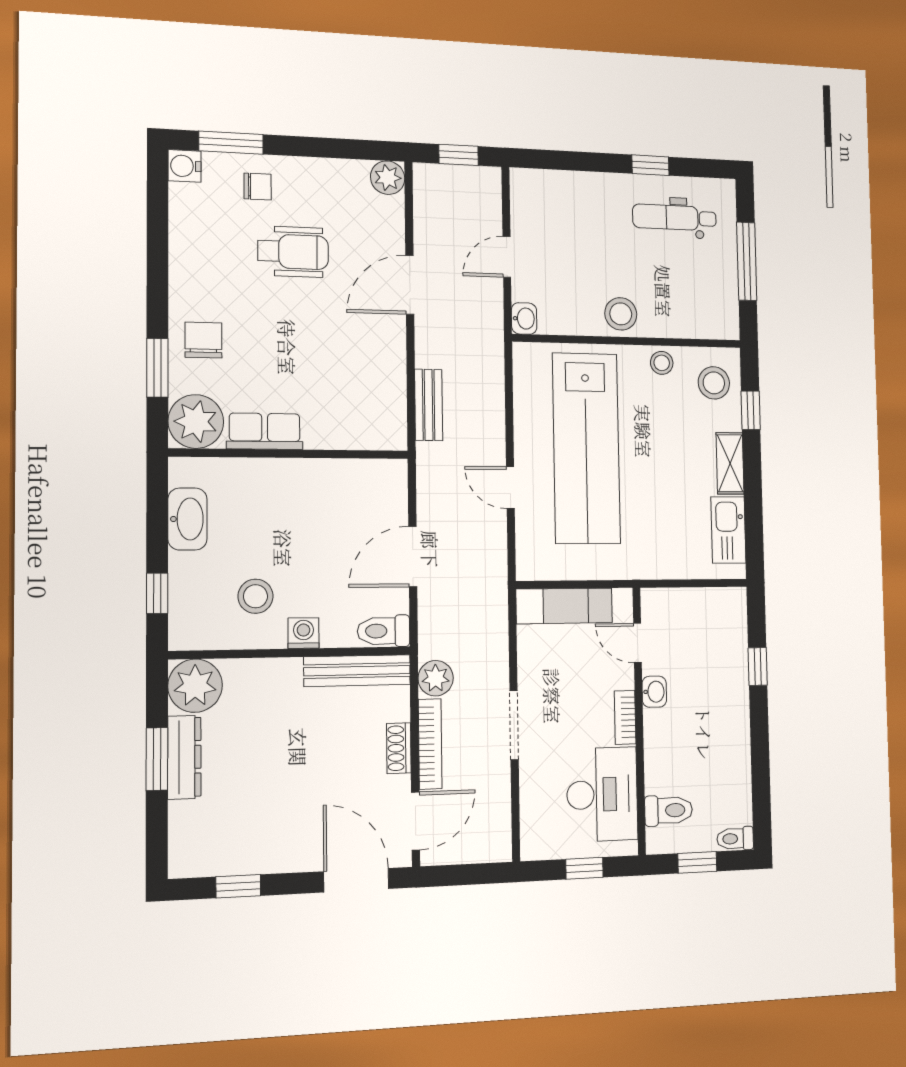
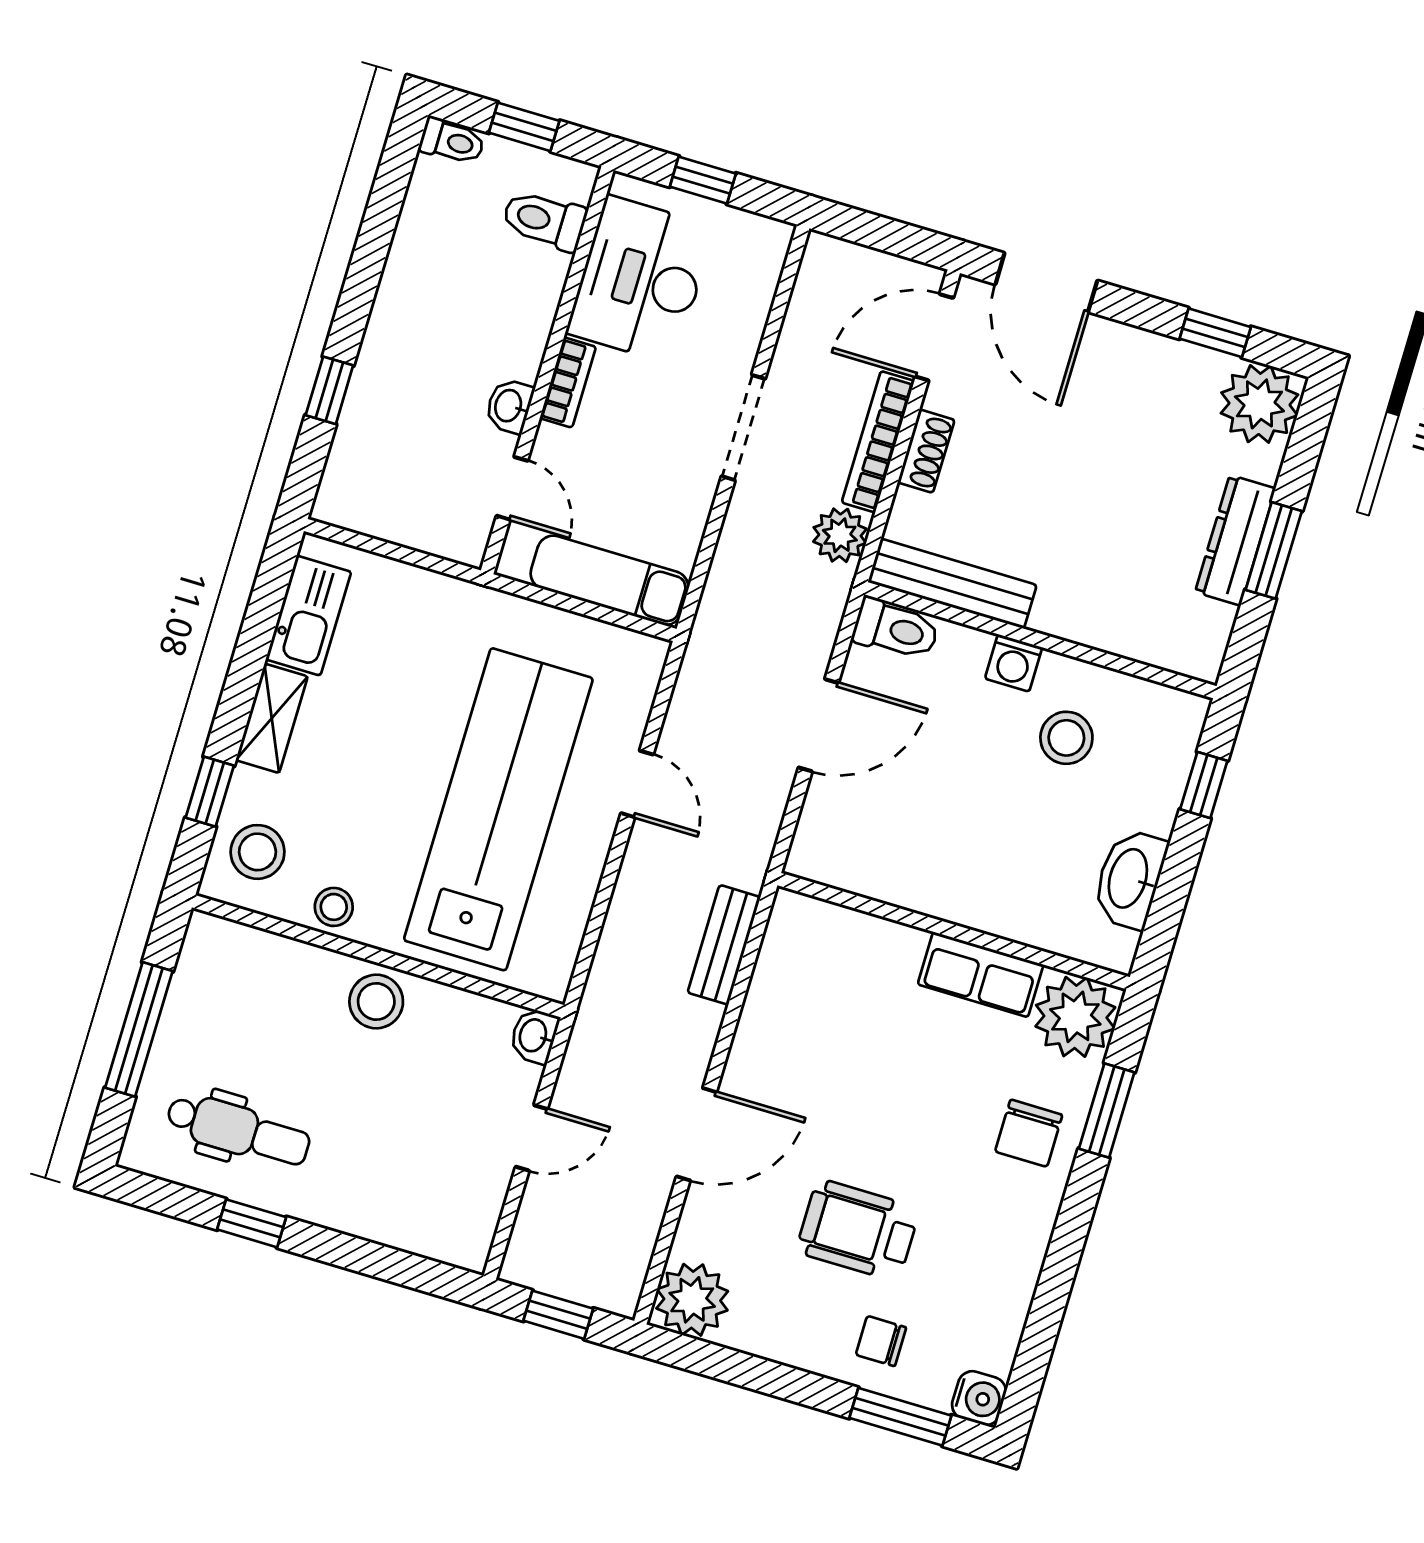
plant: (388, 178) -> (692, 1300), width x1.36, depth x1.36
plant: (195, 686) -> (1259, 404), moved

